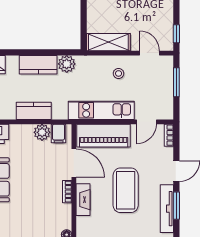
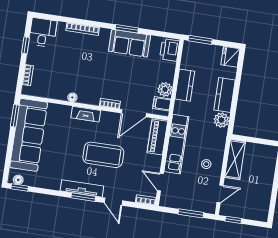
piano: (104, 136) -> (157, 137), width x0.73, depth x0.75
fireplace: (83, 200) -> (86, 114), moved

